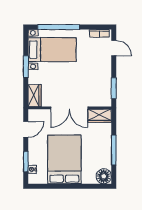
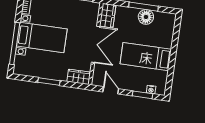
bed with nightstands: (52, 50) -> (42, 38), moved, turned 90
bed: (64, 159) -> (146, 57), width x0.67
floor lamp: (104, 176) -> (146, 17), moved

